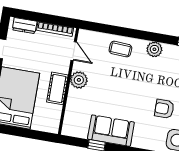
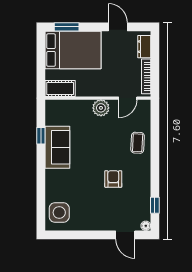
plant: (154, 49) -> (143, 176), removed
cot: (57, 88) -> (60, 89), moved
armchair: (164, 109) -> (113, 179), moved

